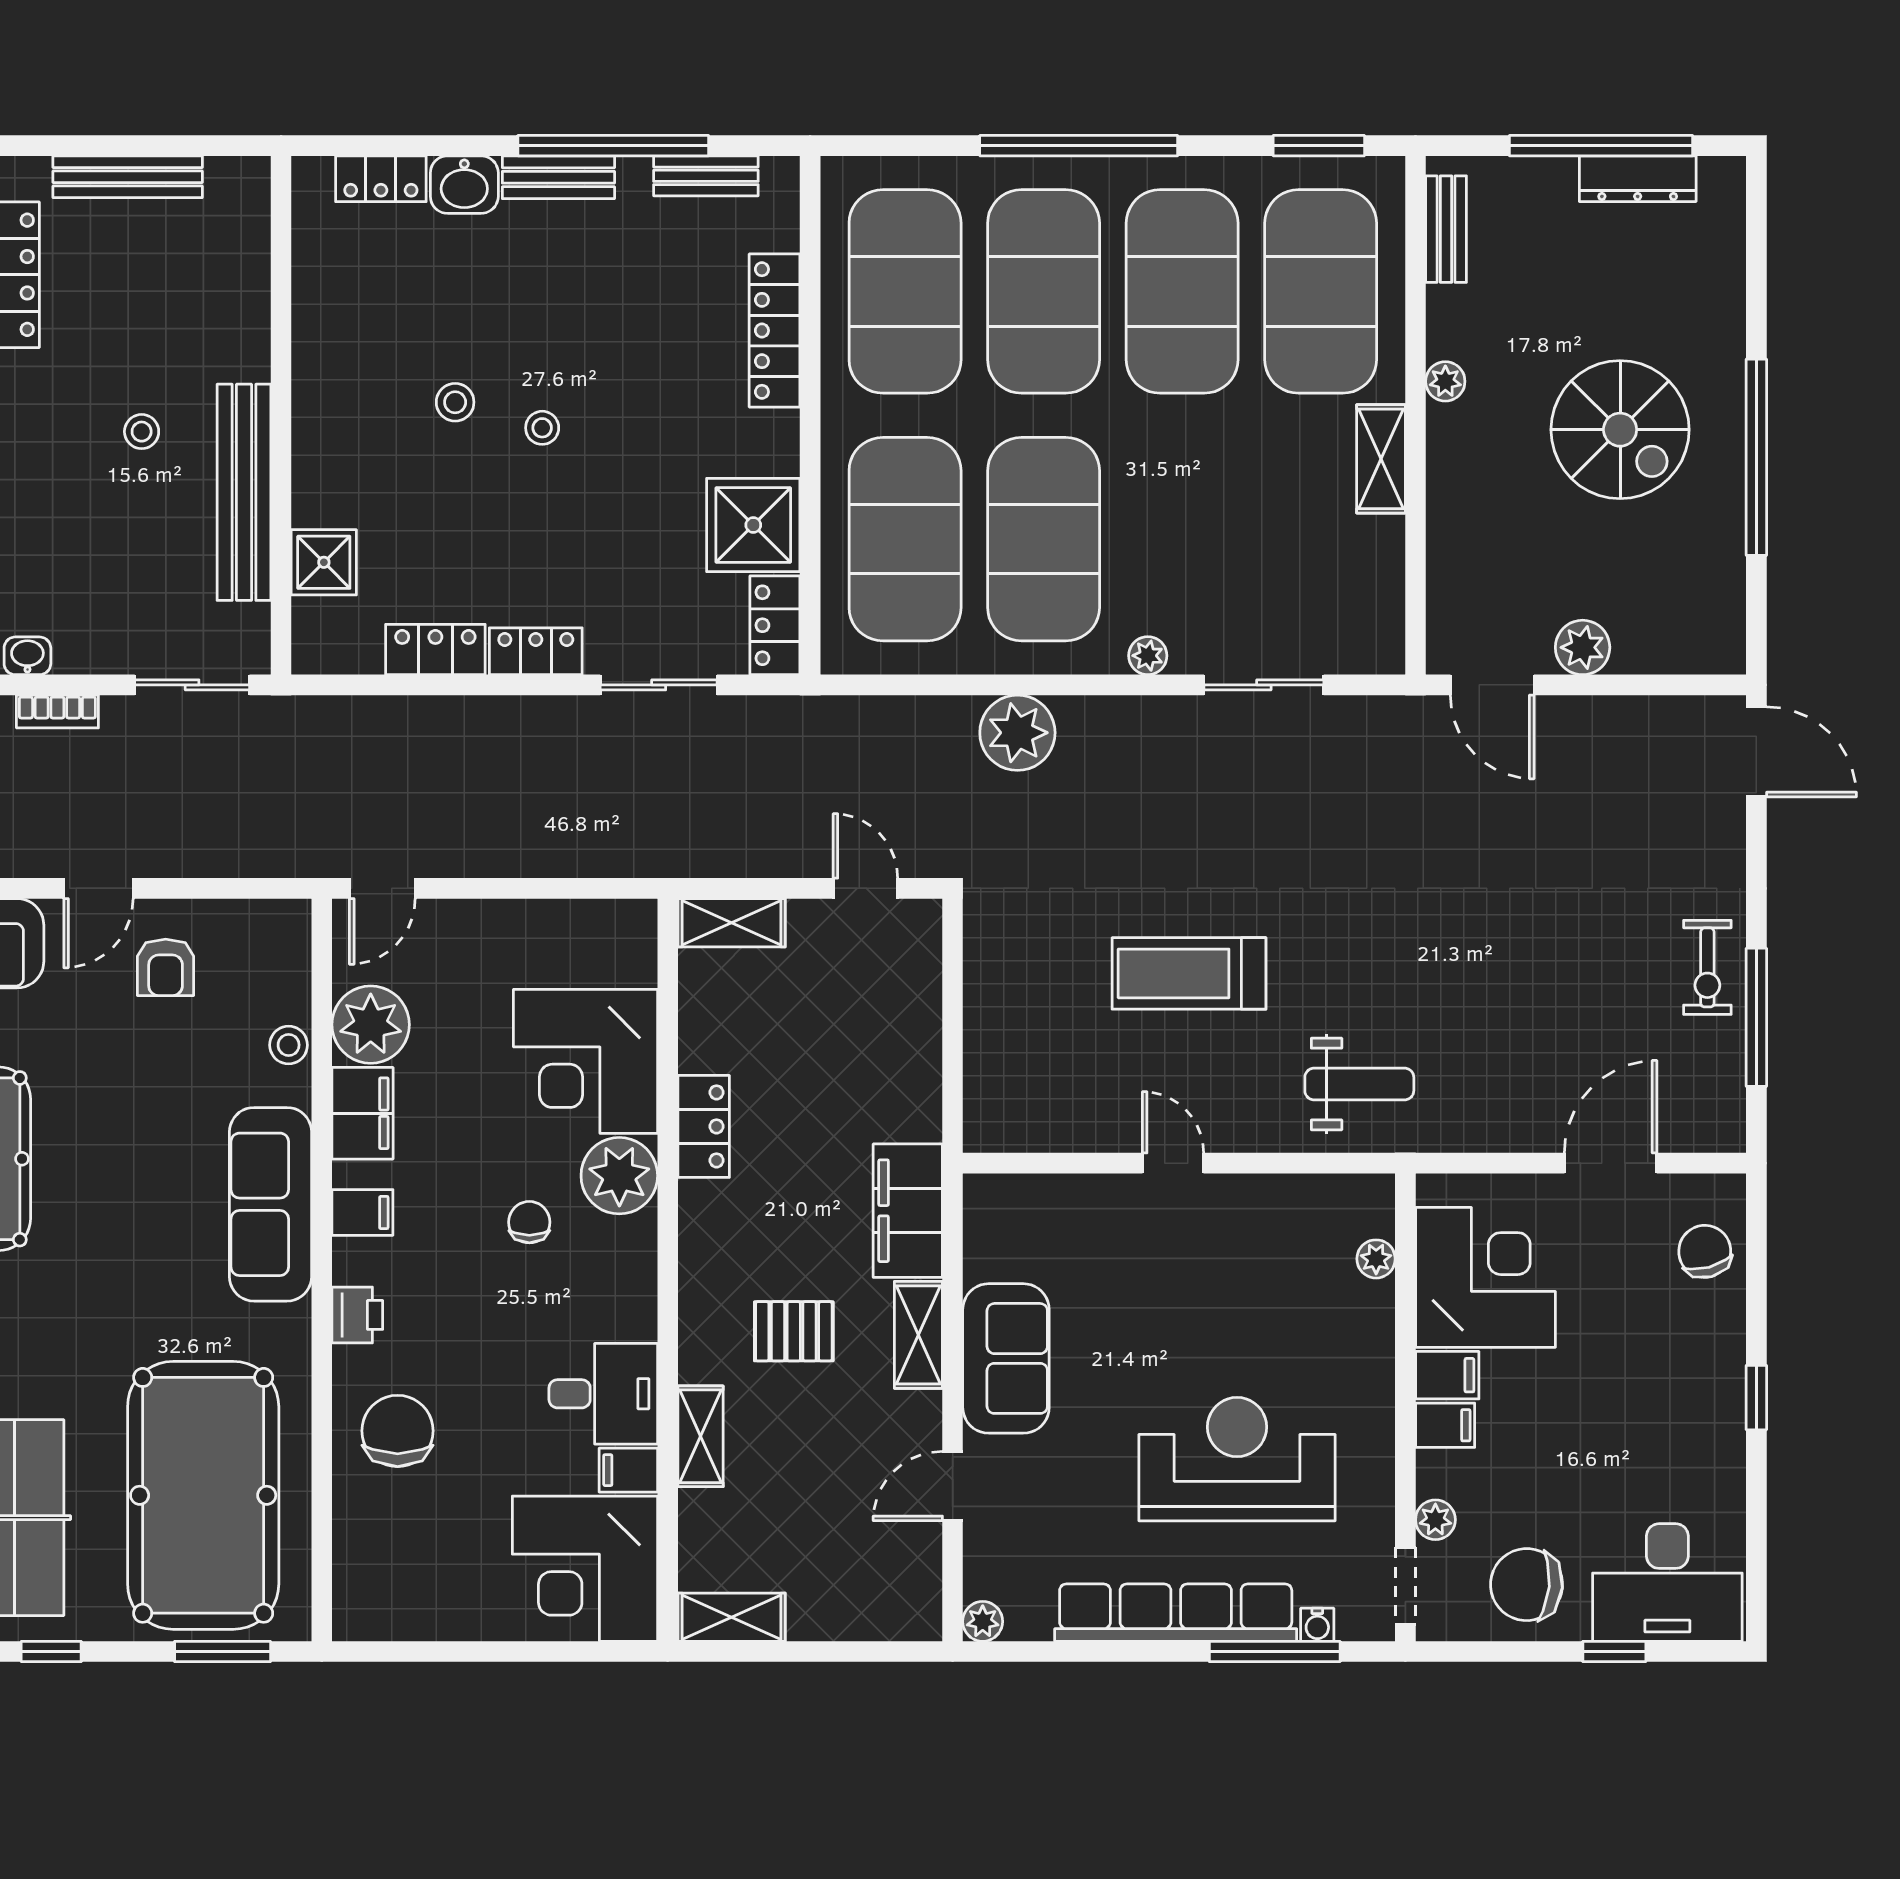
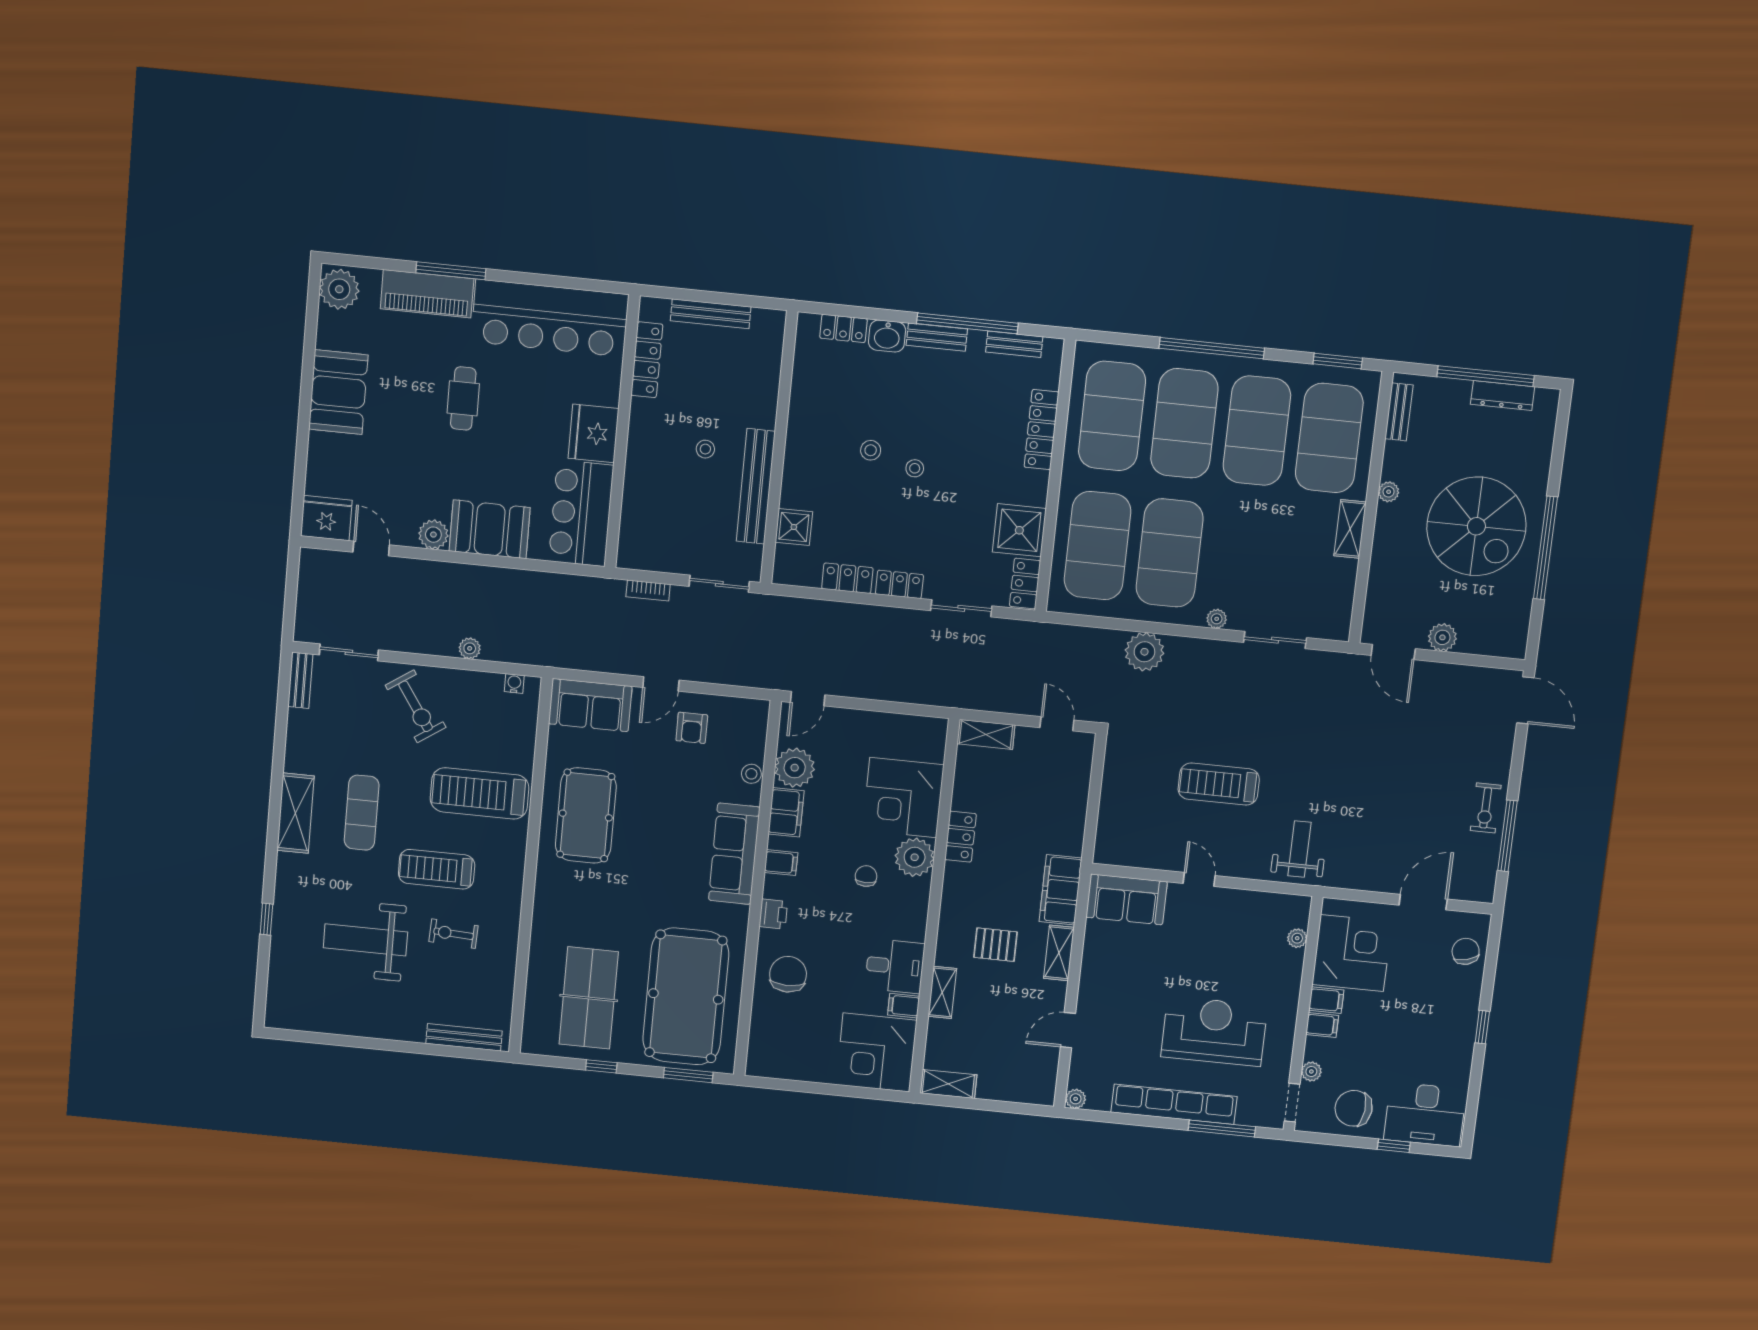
spiral stairs: (1620, 430) -> (1476, 526), width x1.37, depth x1.37
washbasin: (27, 656) -> (635, 560), removed
weight bench: (1359, 1084) -> (1299, 849), turned -90
sofa: (1006, 1358) -> (1127, 899), moved, turned 90
water cooler: (1317, 1625) -> (1245, 1117), removed

